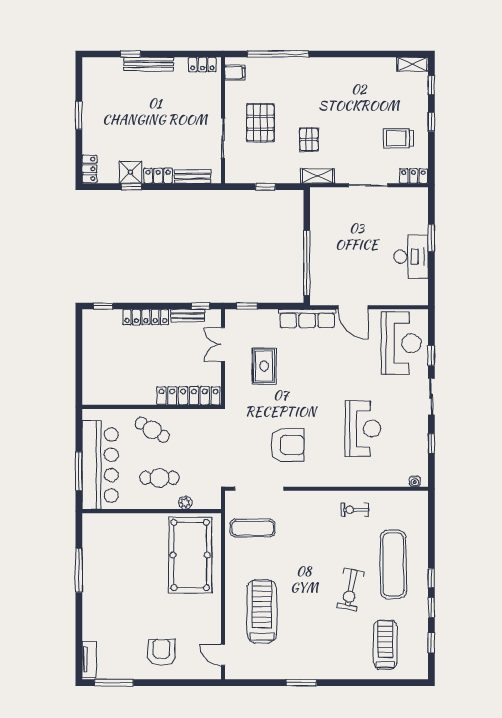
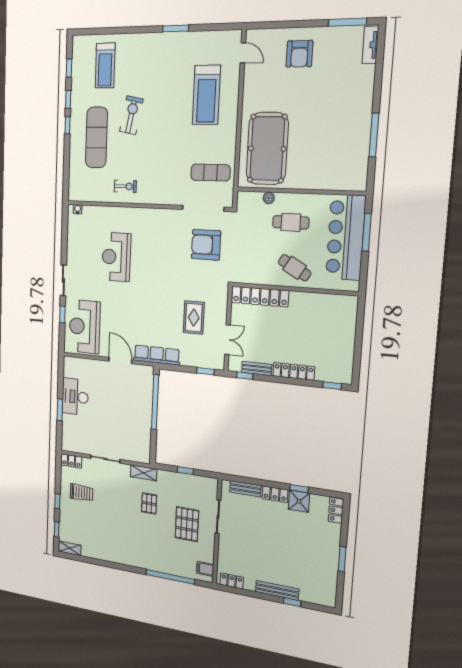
window: (431, 444) -> (64, 241), removed
armchair: (288, 445) -> (206, 245), moved

